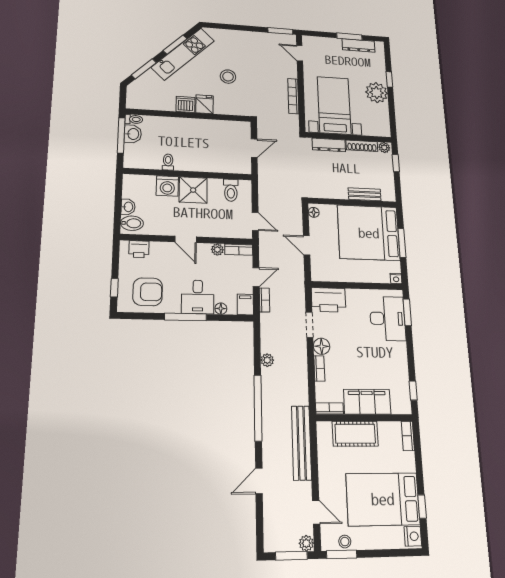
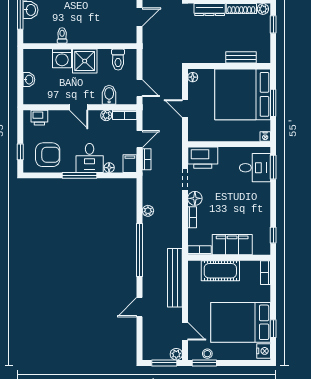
bidet: (132, 223) -> (109, 95), moved, turned -90
desk: (388, 319) -> (255, 168), width x0.73

